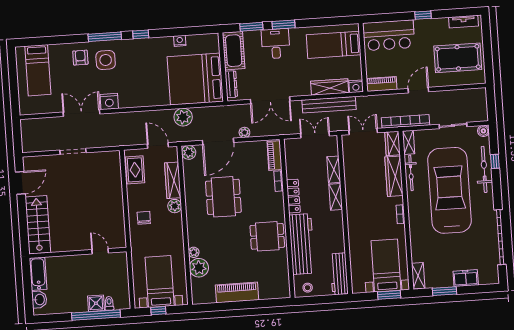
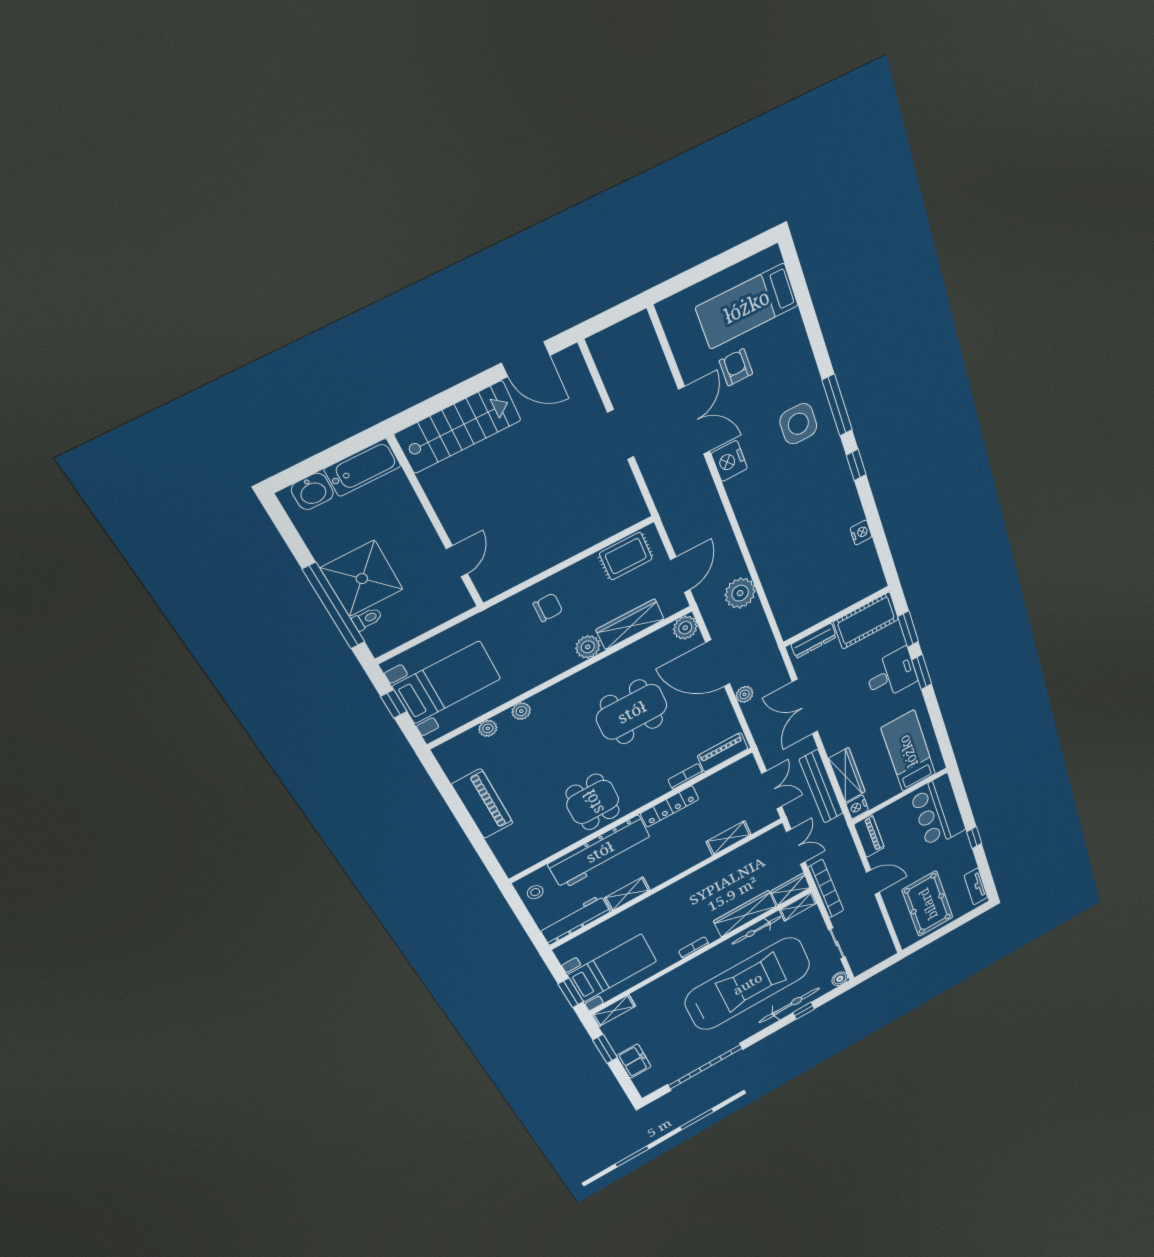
armchair: (80, 58) -> (736, 367), moved, turned -90
bed: (195, 79) -> (807, 584), removed
shelving: (336, 197) -> (627, 894), moved
plant: (199, 268) -> (488, 728), width x0.53, depth x0.53
shower: (96, 303) -> (362, 579), width x1.86, depth x1.86

